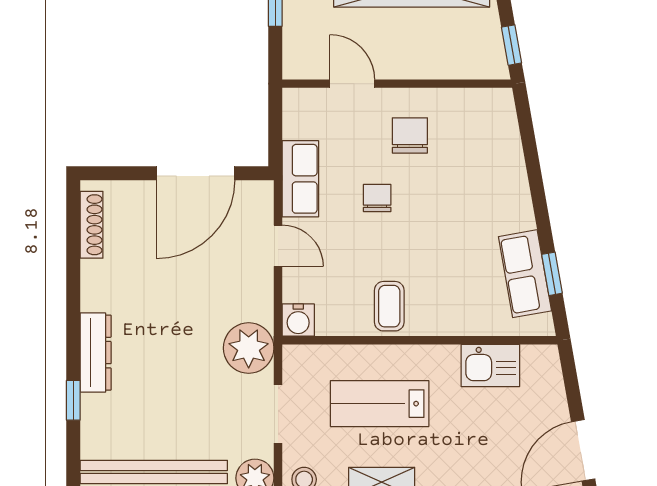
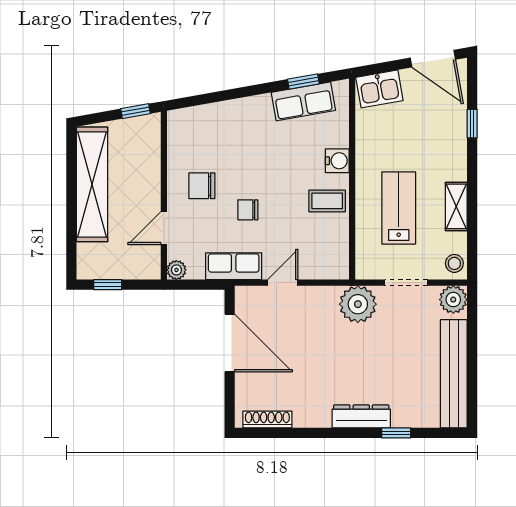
plant: (295, 101) -> (176, 270), added
water cooler: (298, 320) -> (337, 161), moved
kitchen sink: (490, 365) -> (379, 89), moved, turned 80
lab bench: (380, 404) -> (399, 208), turned 180

